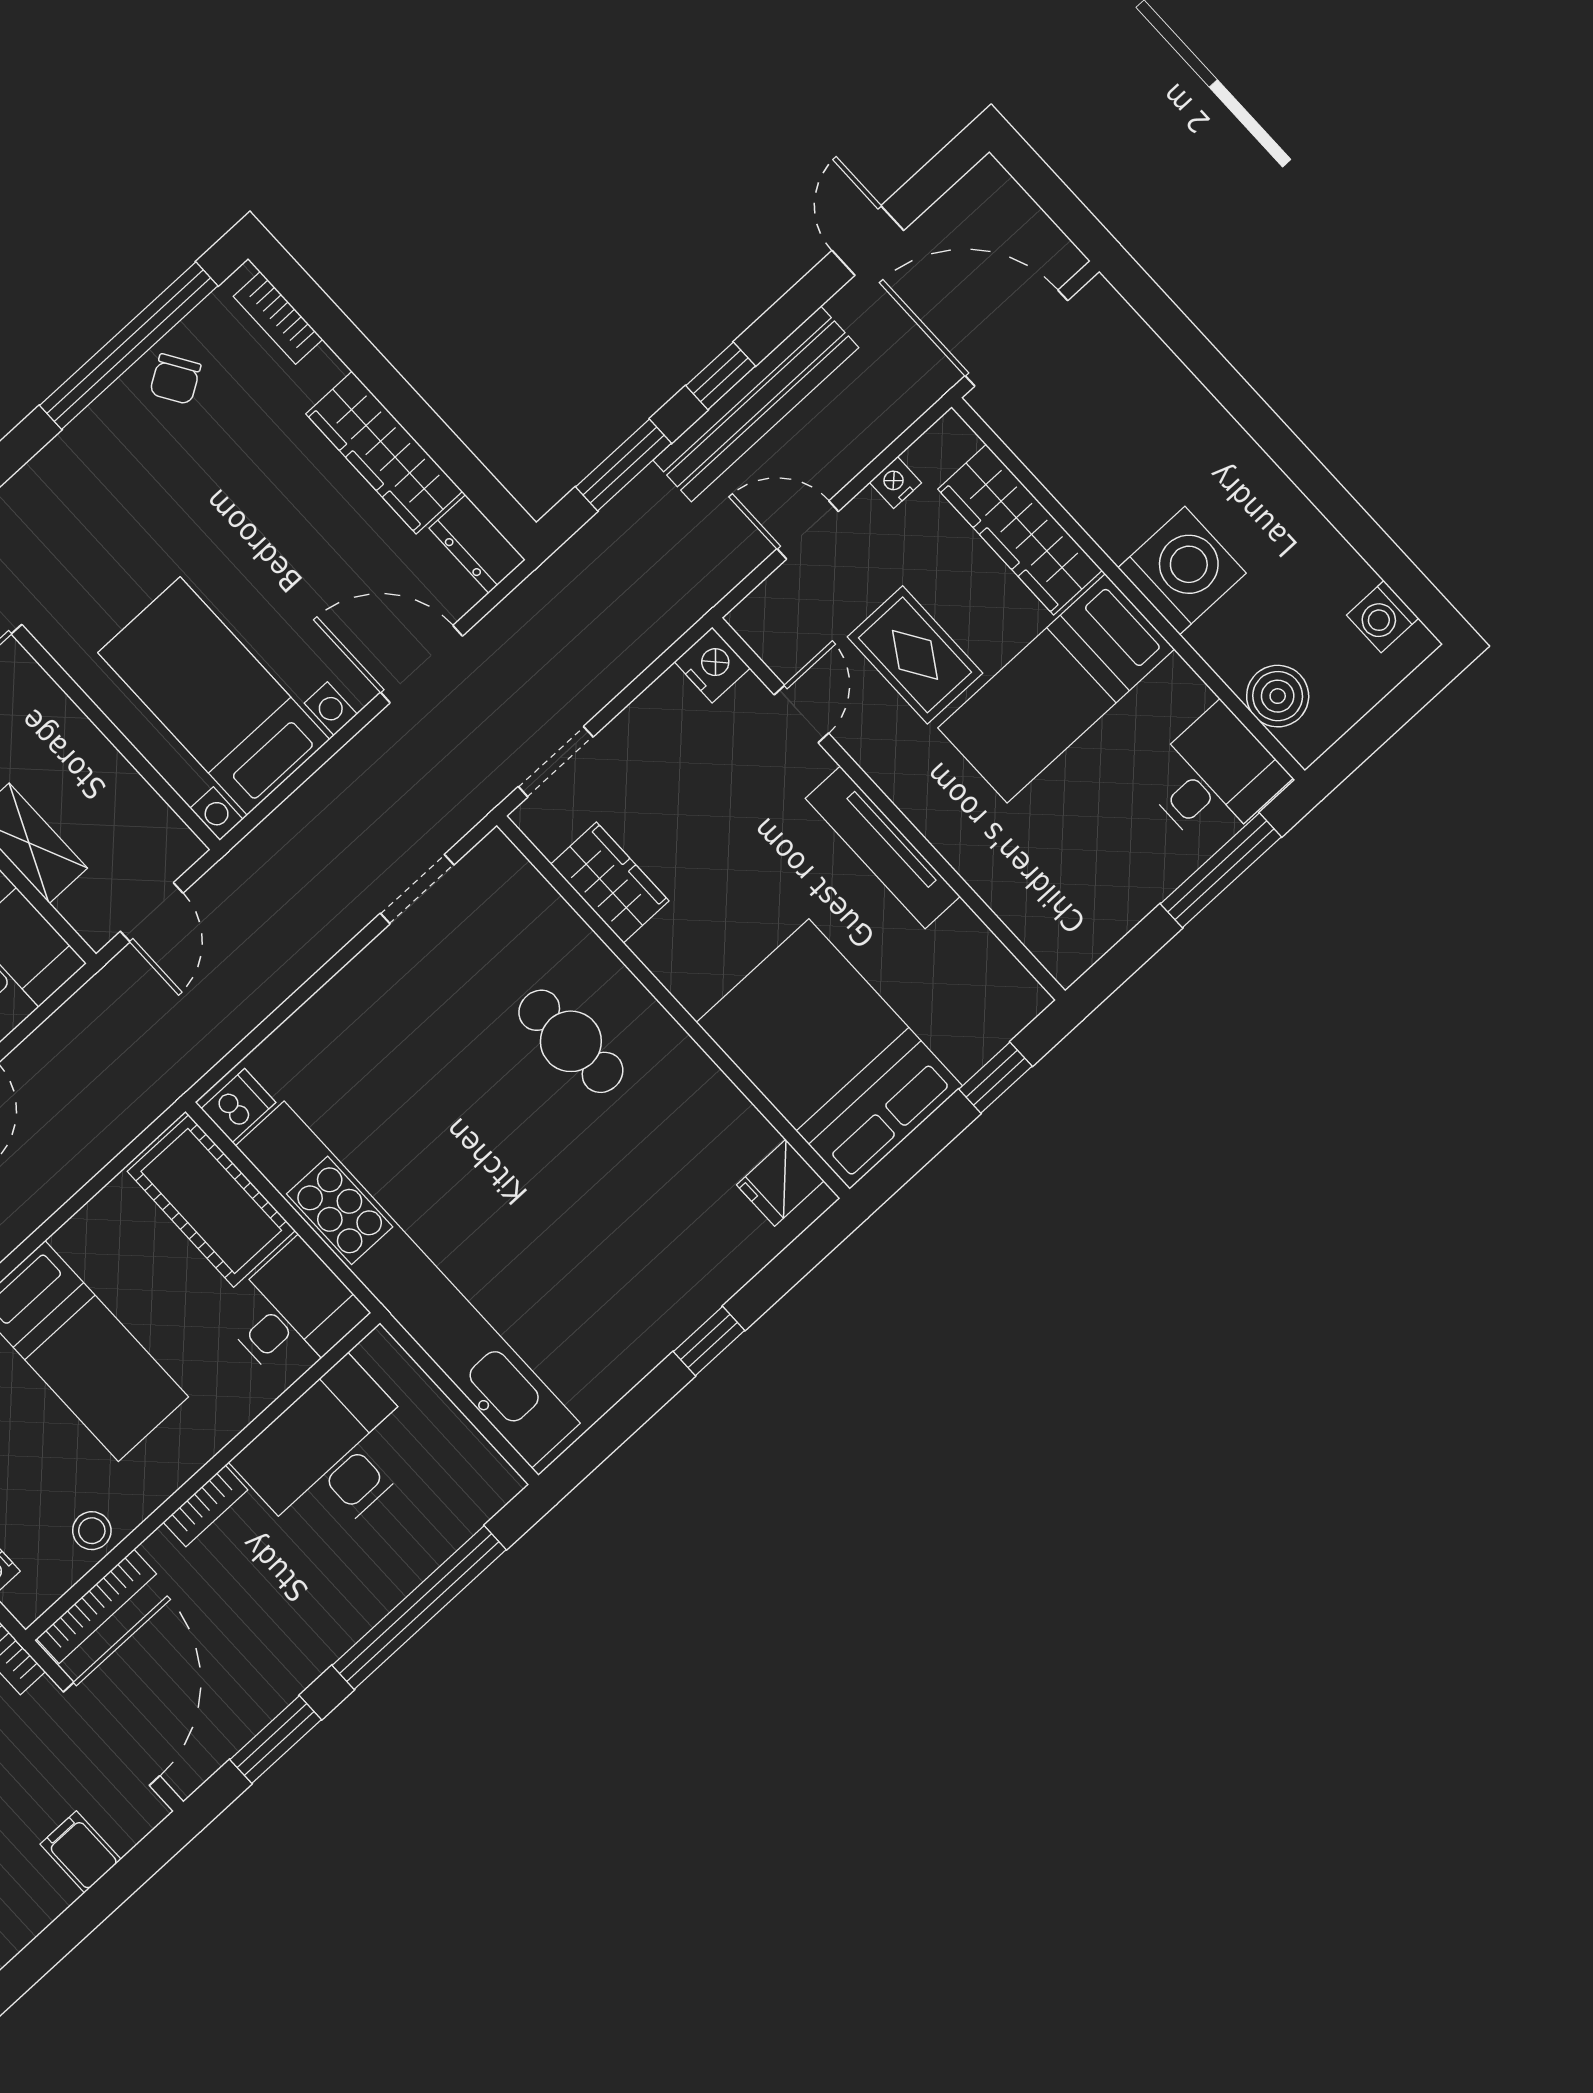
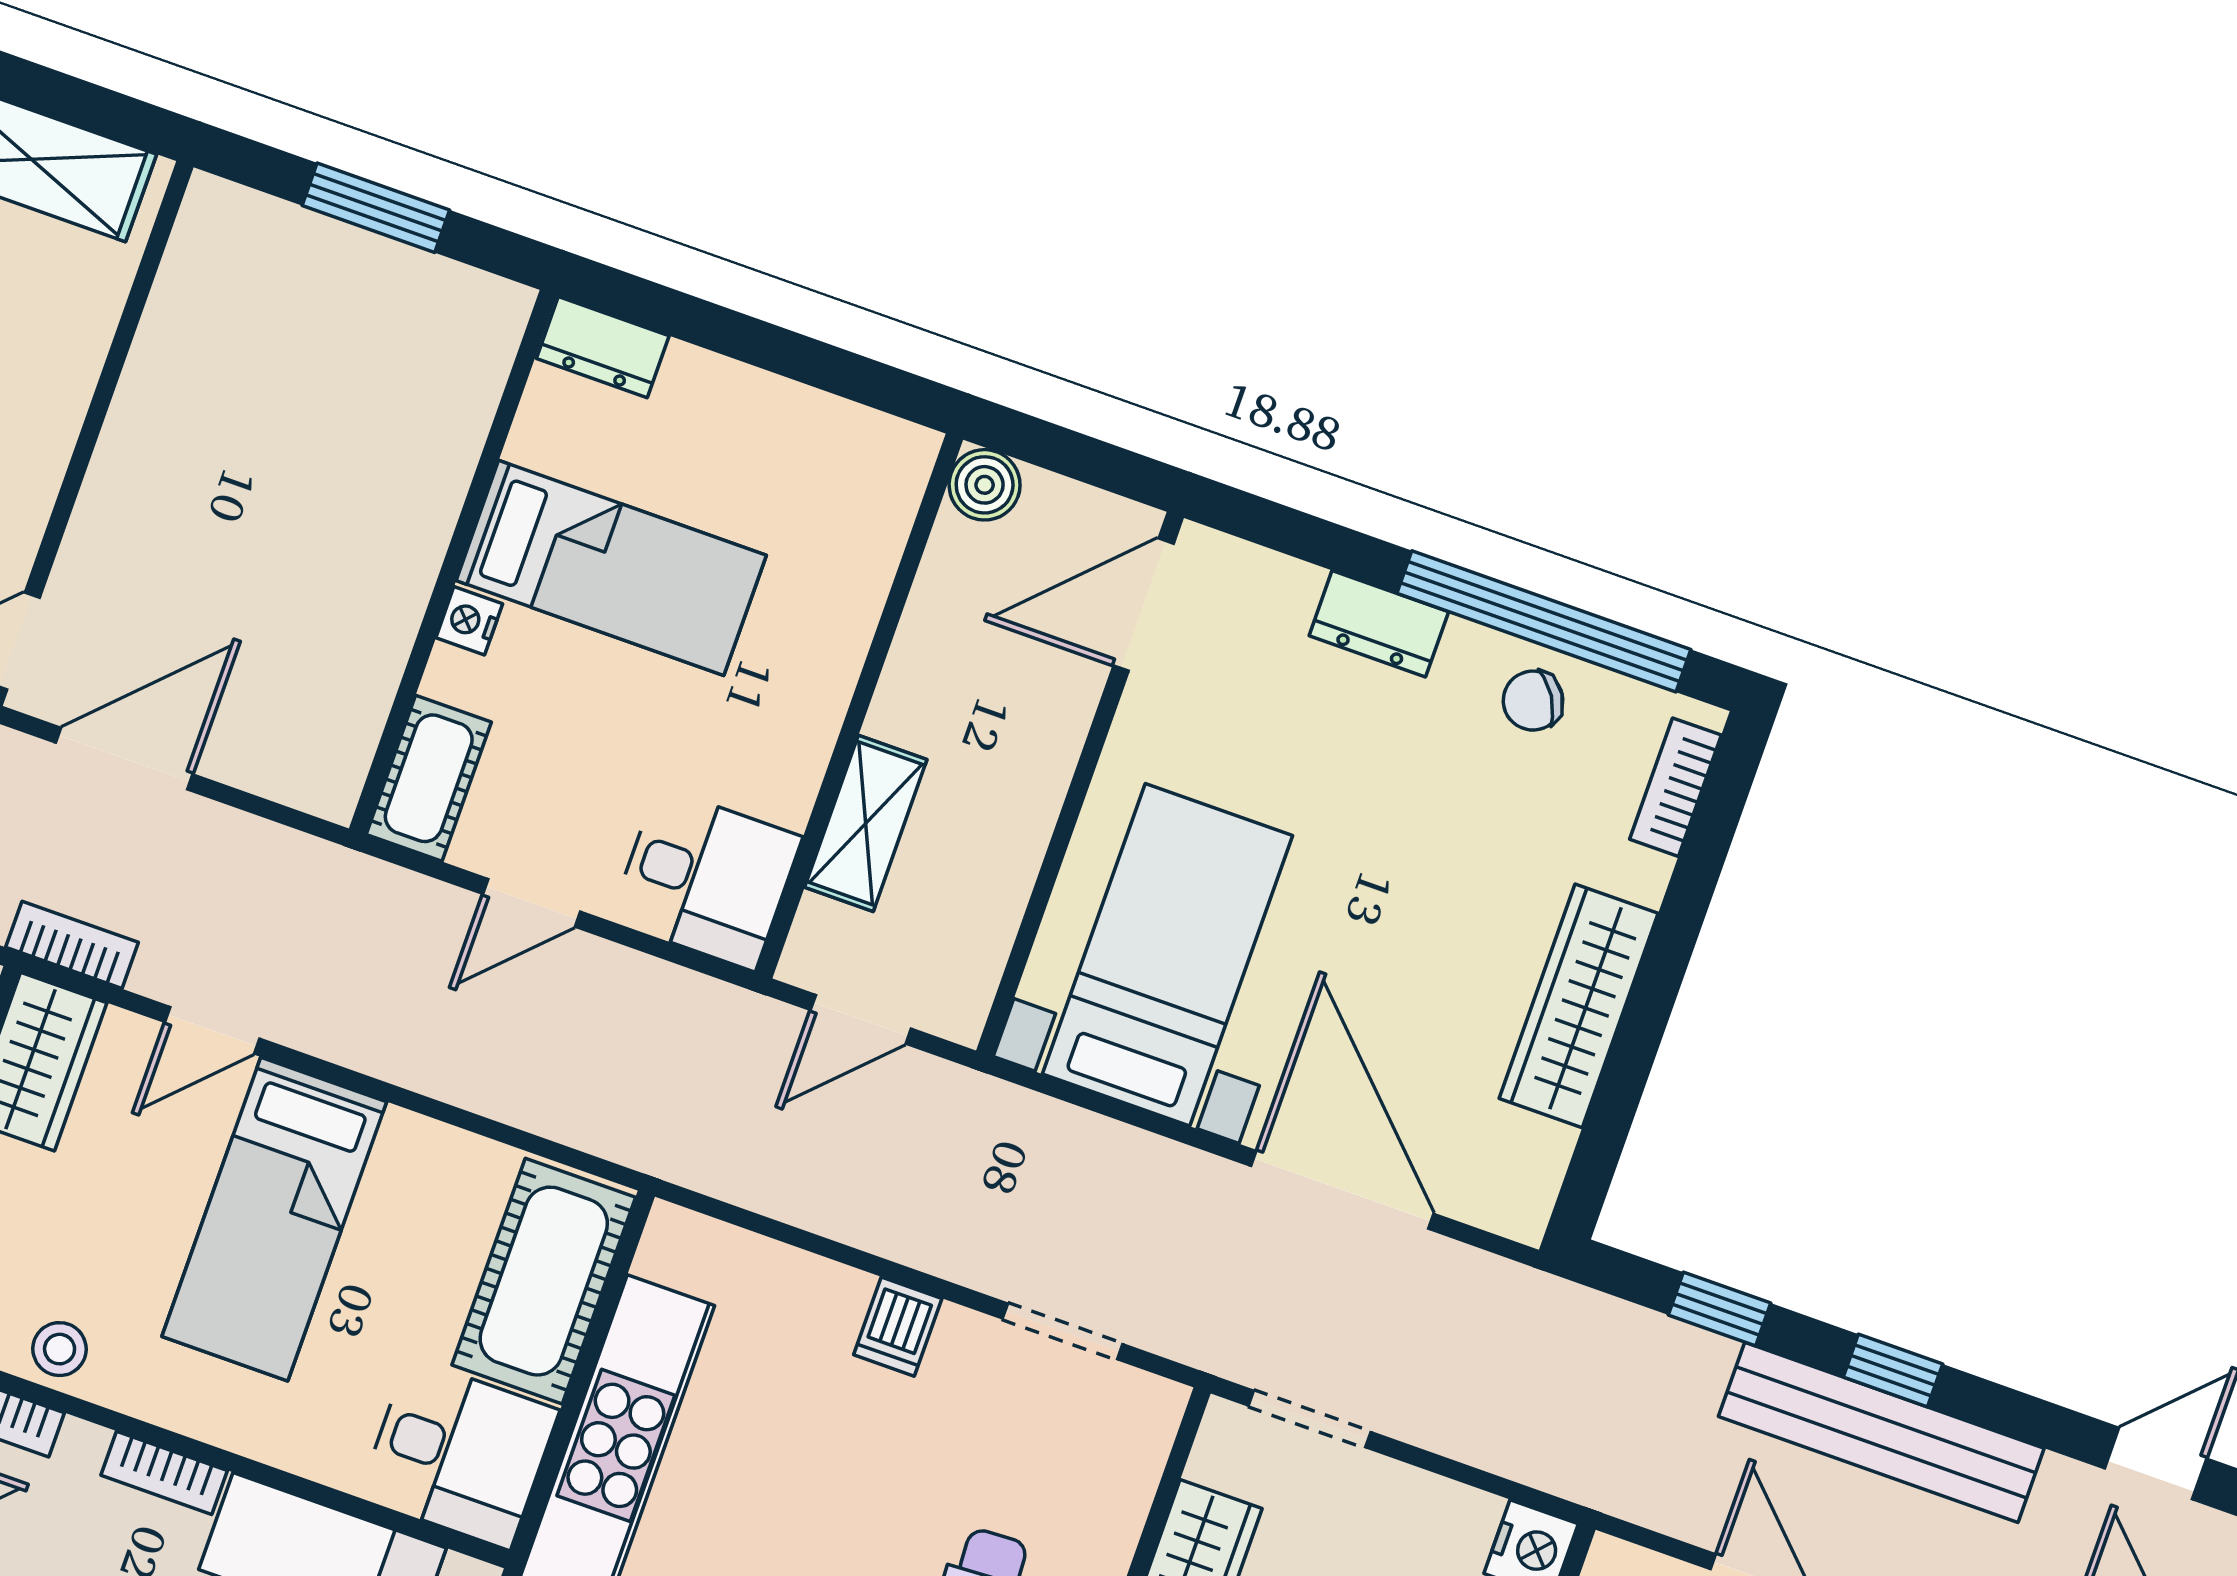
window: (624, 465) -> (1720, 1309), width x0.67
dresser: (477, 544) -> (1379, 624), moved, turned -90
door: (421, 664) -> (1342, 1190), width x1.36
dishwasher: (238, 1105) -> (898, 1327), moved, turned 90

